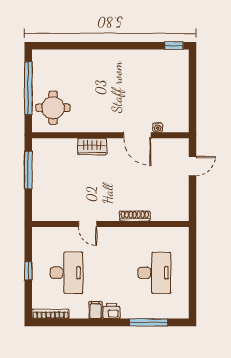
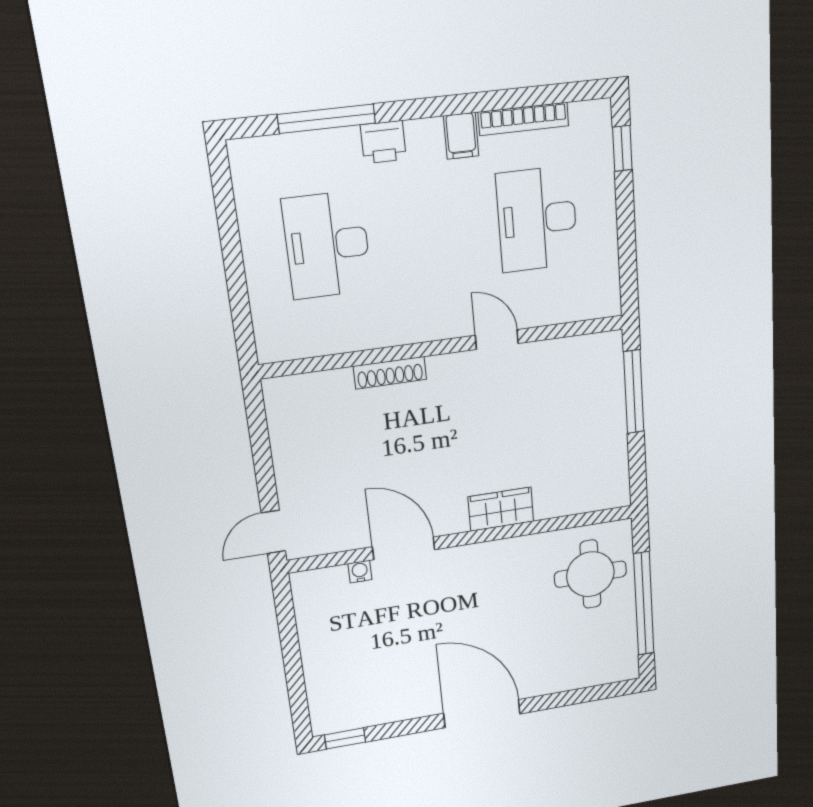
door: (109, 46) -> (482, 714), added
door: (193, 166) -> (273, 532), moved
window: (28, 170) -> (634, 392), moved
window: (28, 271) -> (622, 148), moved
printer: (112, 311) -> (383, 142), moved
bookcase: (51, 314) -> (524, 119), moved

